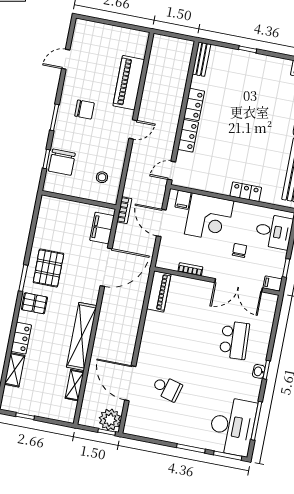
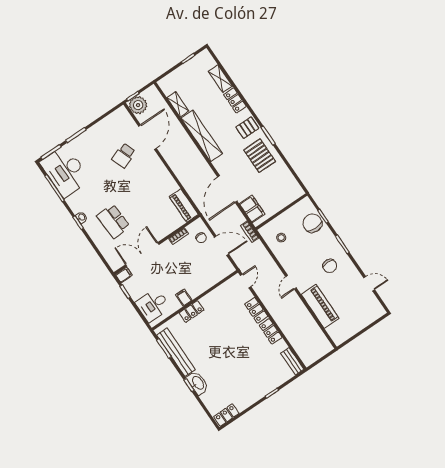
door: (66, 59) -> (369, 284), hinge flipped
chair: (84, 110) -> (330, 266), turned -90
filing cabinet: (183, 200) -> (184, 298), moved
corner desk: (209, 218) -> (198, 276), removed
chair: (239, 250) -> (201, 238), moved
door: (130, 383) -> (147, 137), hinge flipped
school desk: (167, 388) -> (124, 155), turned -36

